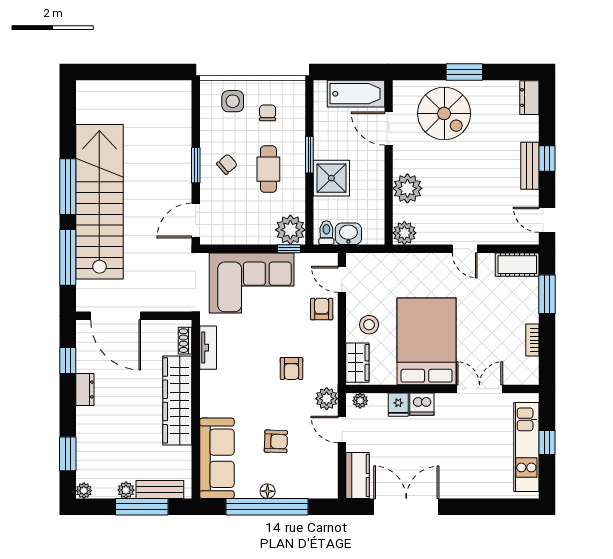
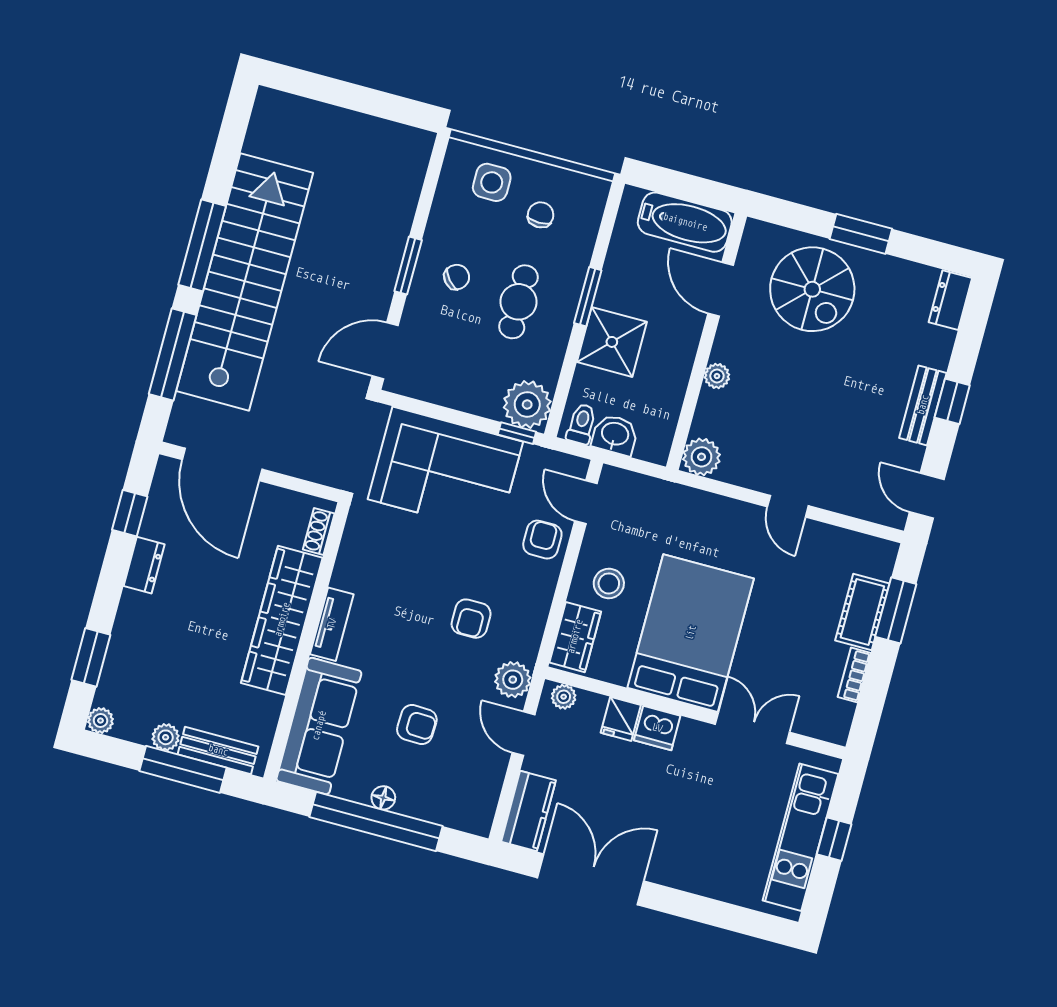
plant: (407, 188) -> (717, 376), width x0.53, depth x0.53
cot: (517, 265) -> (862, 612), moved, turned 90
tv unit: (208, 348) -> (332, 624), moved

